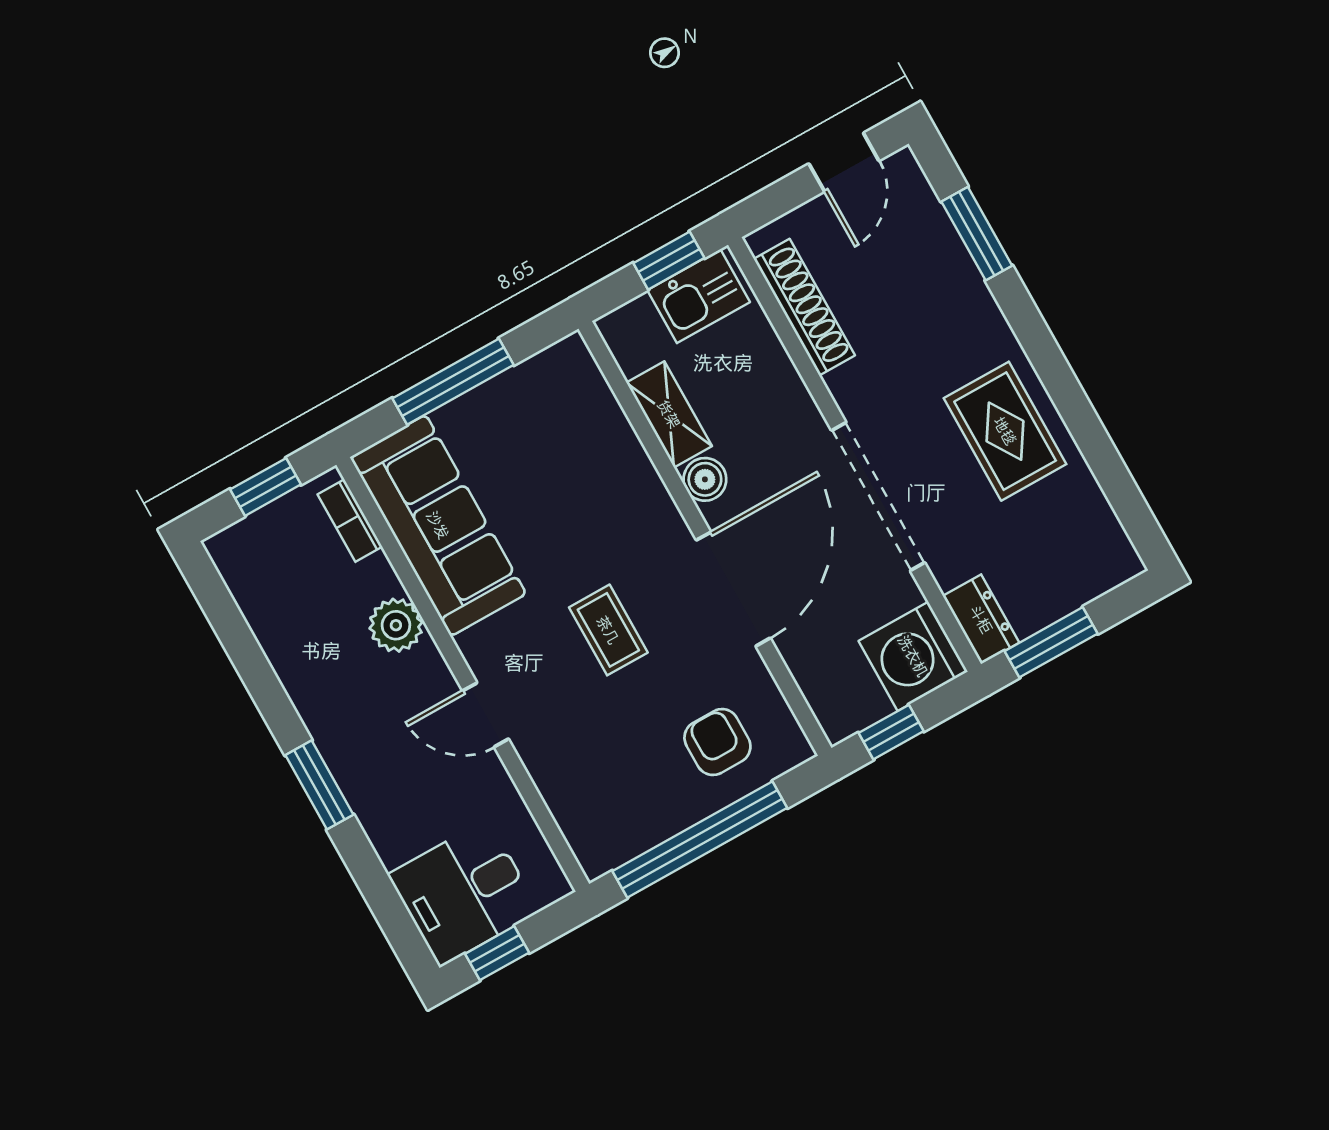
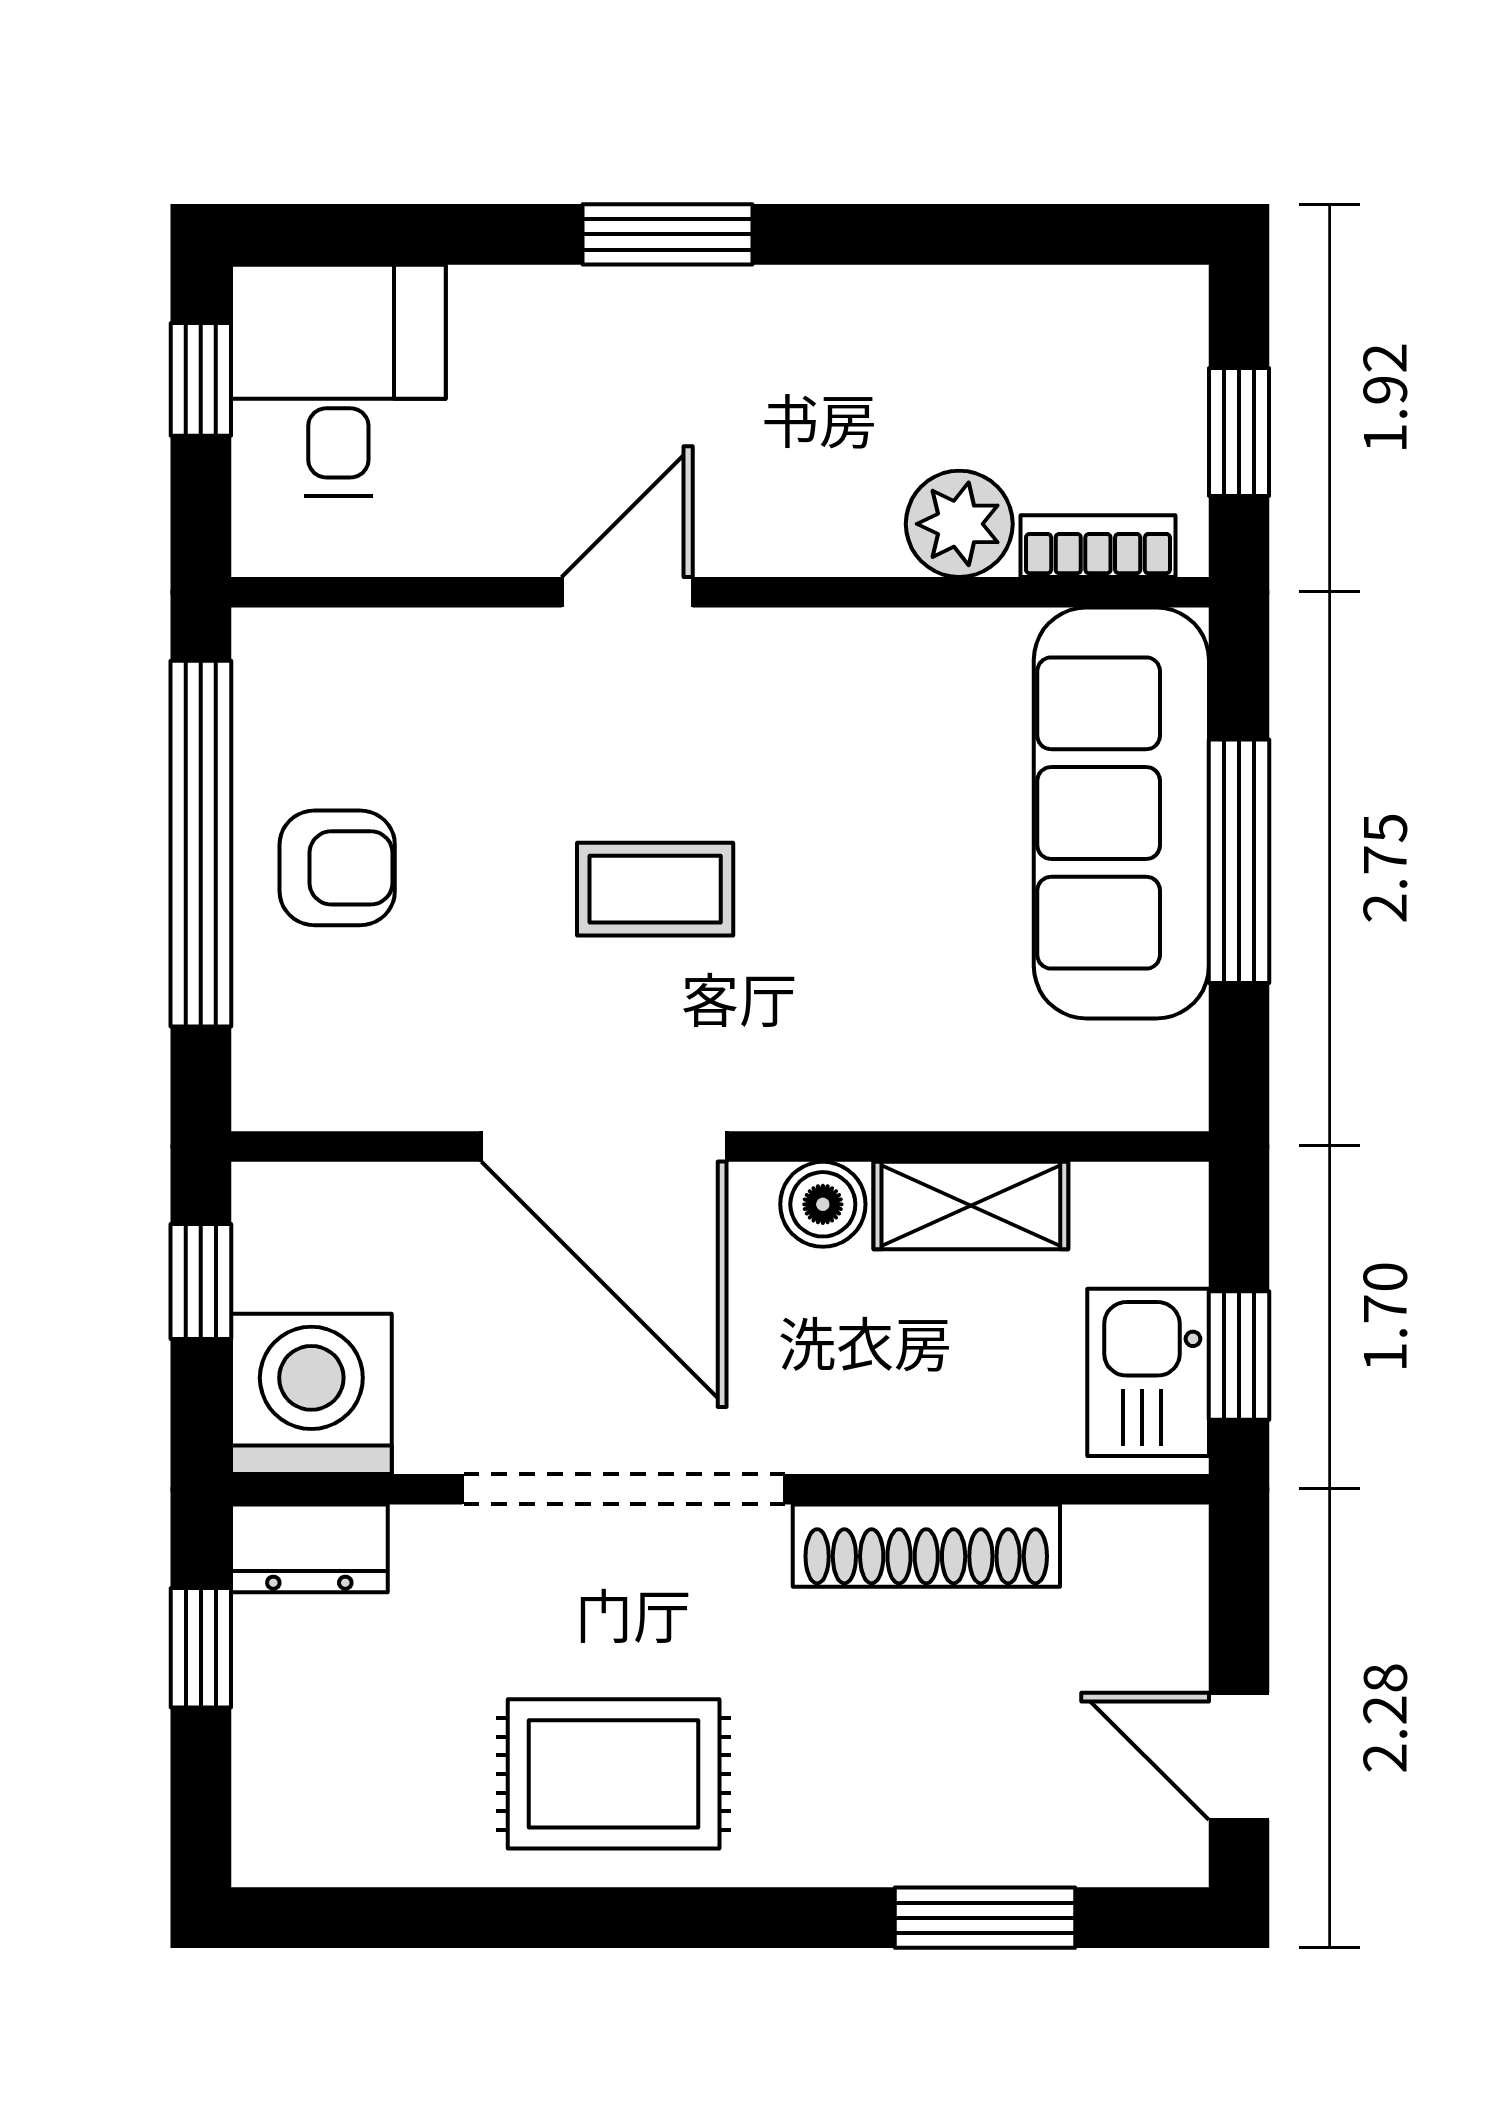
shoe rack: (804, 307) -> (926, 1546), moved
sofa: (438, 525) -> (1121, 813), moved, turned 90
plant: (396, 625) -> (959, 524), moved
window: (1051, 642) -> (201, 1648), width x0.67
armchair: (717, 742) -> (337, 868), moved

